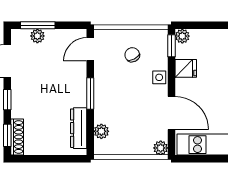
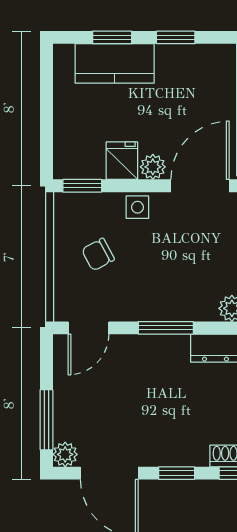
plant: (37, 36) -> (65, 454), moved
plant: (182, 36) -> (153, 167), moved
door: (90, 49) -> (88, 328), hinge flipped

